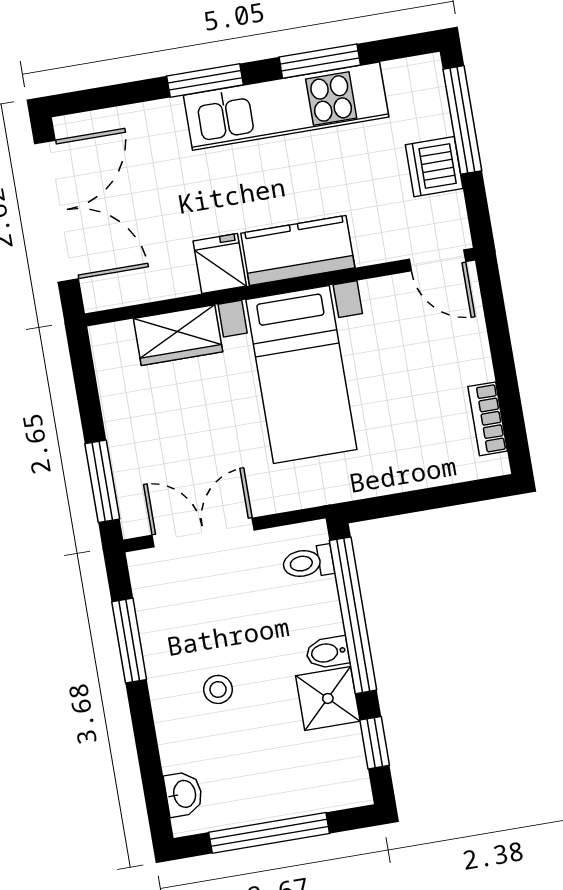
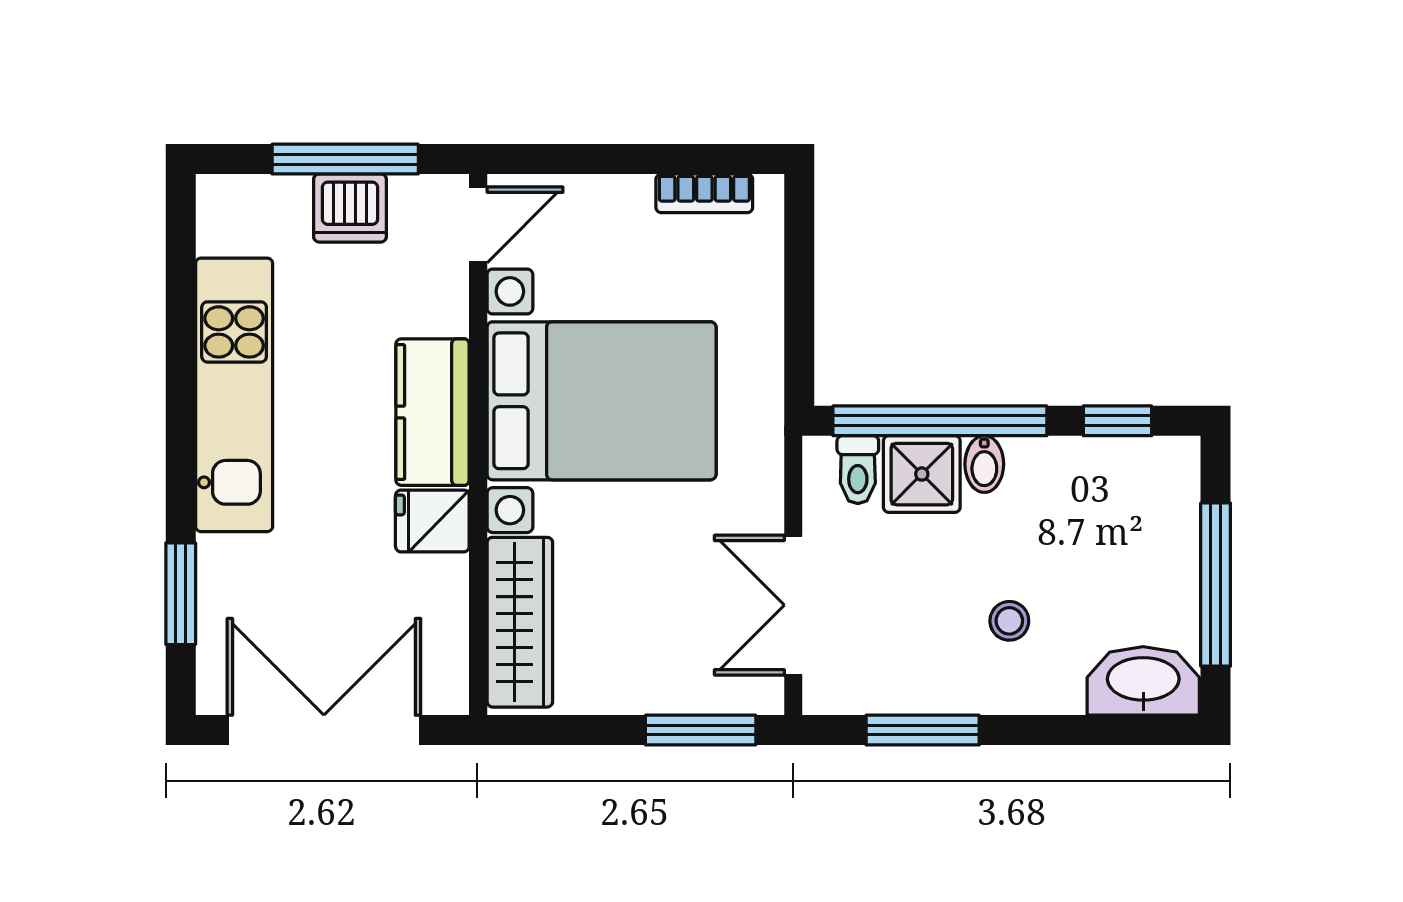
window: (320, 61) -> (181, 339), removed
window: (205, 80) -> (181, 594), moved
window: (462, 120) -> (345, 159), moved
wardrobe: (178, 335) -> (520, 622), width x1.50
bed with nightstands: (301, 375) -> (602, 401), width x1.36
shower: (328, 698) -> (922, 474), moved
washbasin: (184, 794) -> (1143, 681), width x1.91, depth x1.45

